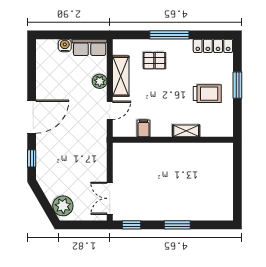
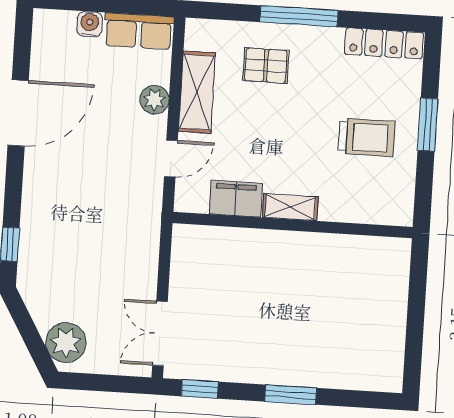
door: (32, 117) -> (18, 113), moved
filing cabinet: (144, 128) -> (236, 199), width x2.00
shelving: (186, 131) -> (290, 207), moved

